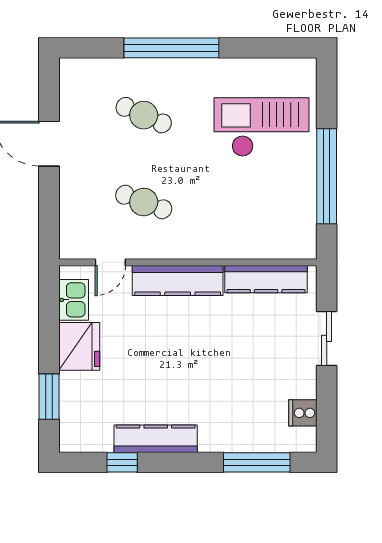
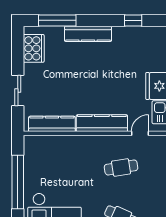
cafe table: (144, 202) -> (121, 167), turned -30
cooker: (303, 413) -> (34, 48), width x1.87, depth x1.31
kitchen counter: (156, 439) -> (88, 34), moved

